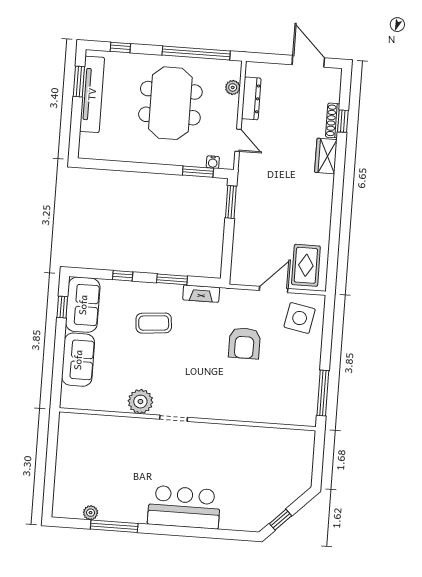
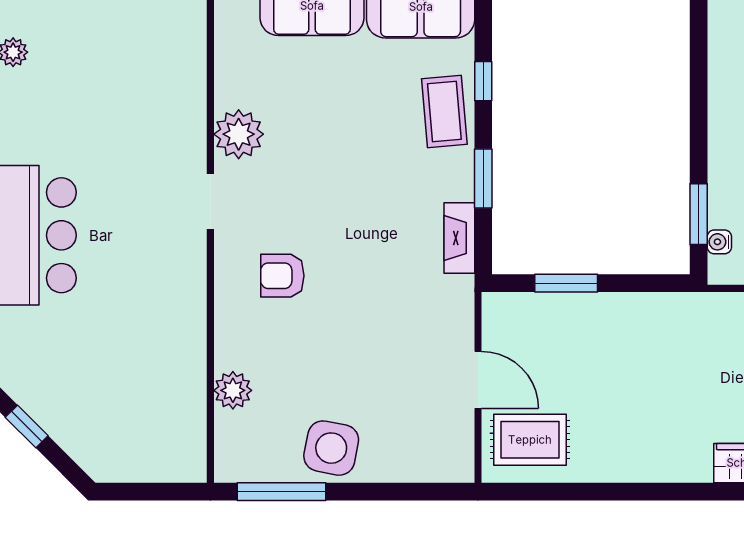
window: (231, 202) -> (566, 283), moved
side table: (300, 318) -> (331, 448), moved
coffee table: (154, 323) -> (444, 112), moved
armchair: (244, 343) -> (282, 276), moved, width x0.72, depth x0.72
plant: (270, 414) -> (233, 390), added

